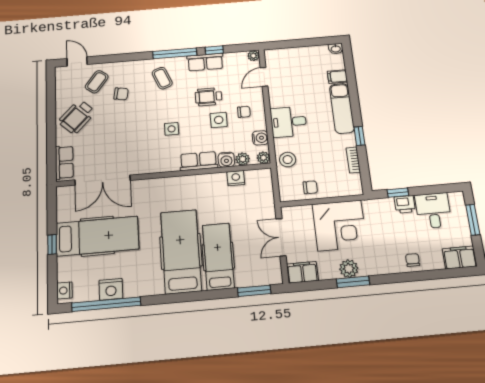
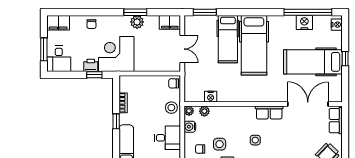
water cooler: (226, 160) -> (216, 112), removed
row of seats: (199, 161) -> (269, 112), moved
chair: (310, 187) -> (174, 83), moved
desk: (433, 211) -> (59, 59), moved
corner desk: (340, 225) -> (116, 54), moved

